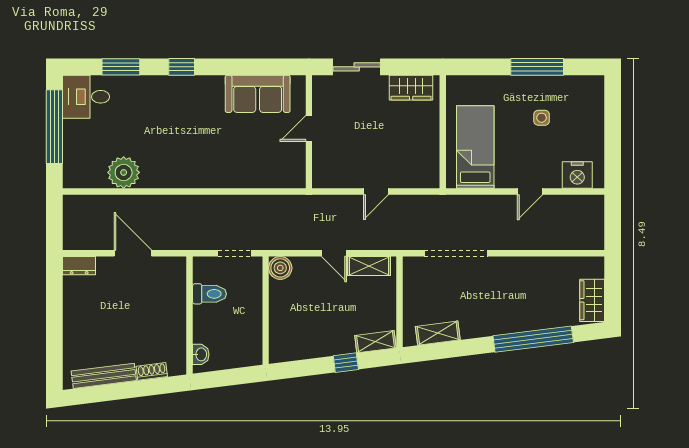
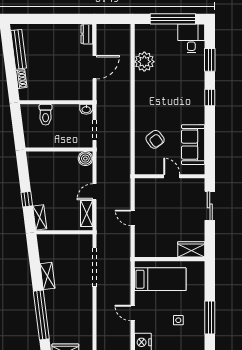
wardrobe: (411, 88) -> (191, 249), moved, turned 90
armchair: (249, 155) -> (155, 139), added
toilet: (209, 294) -> (46, 115), moved
shelving: (438, 333) -> (48, 276), moved
washbasin: (201, 354) -> (86, 109), moved

